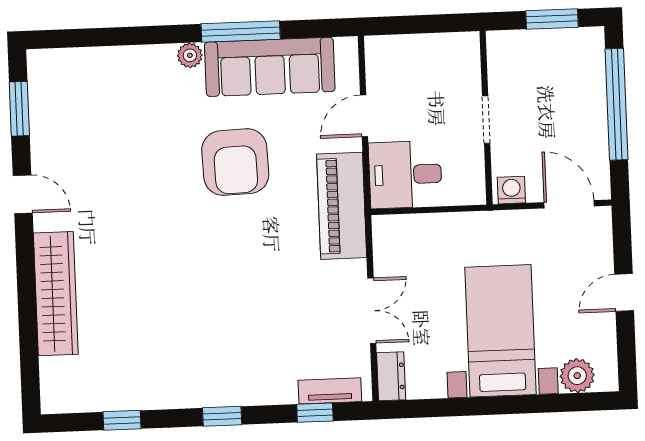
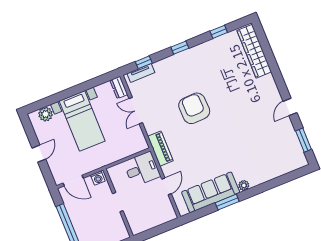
window: (241, 32) -> (227, 202), width x0.69
armchair: (235, 162) -> (194, 108), moved
door: (23, 194) -> (290, 107), hinge flipped
piano: (342, 206) -> (160, 149), width x0.73, depth x0.75
wardrobe: (56, 294) -> (254, 51), moved

